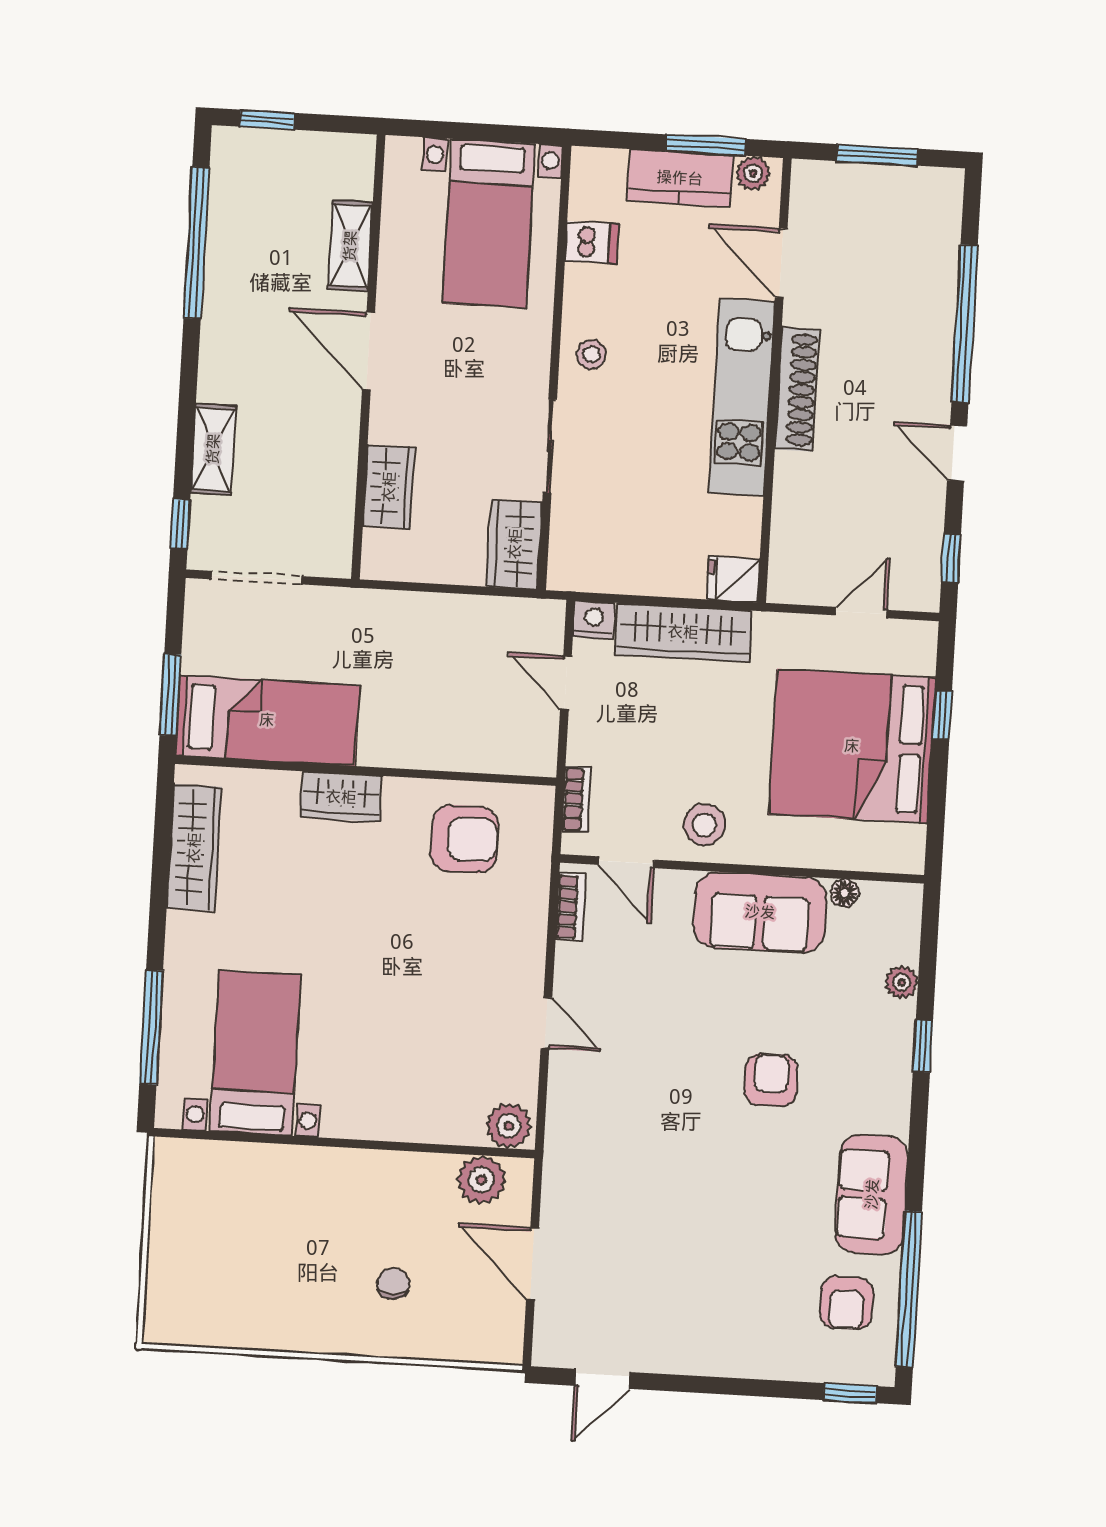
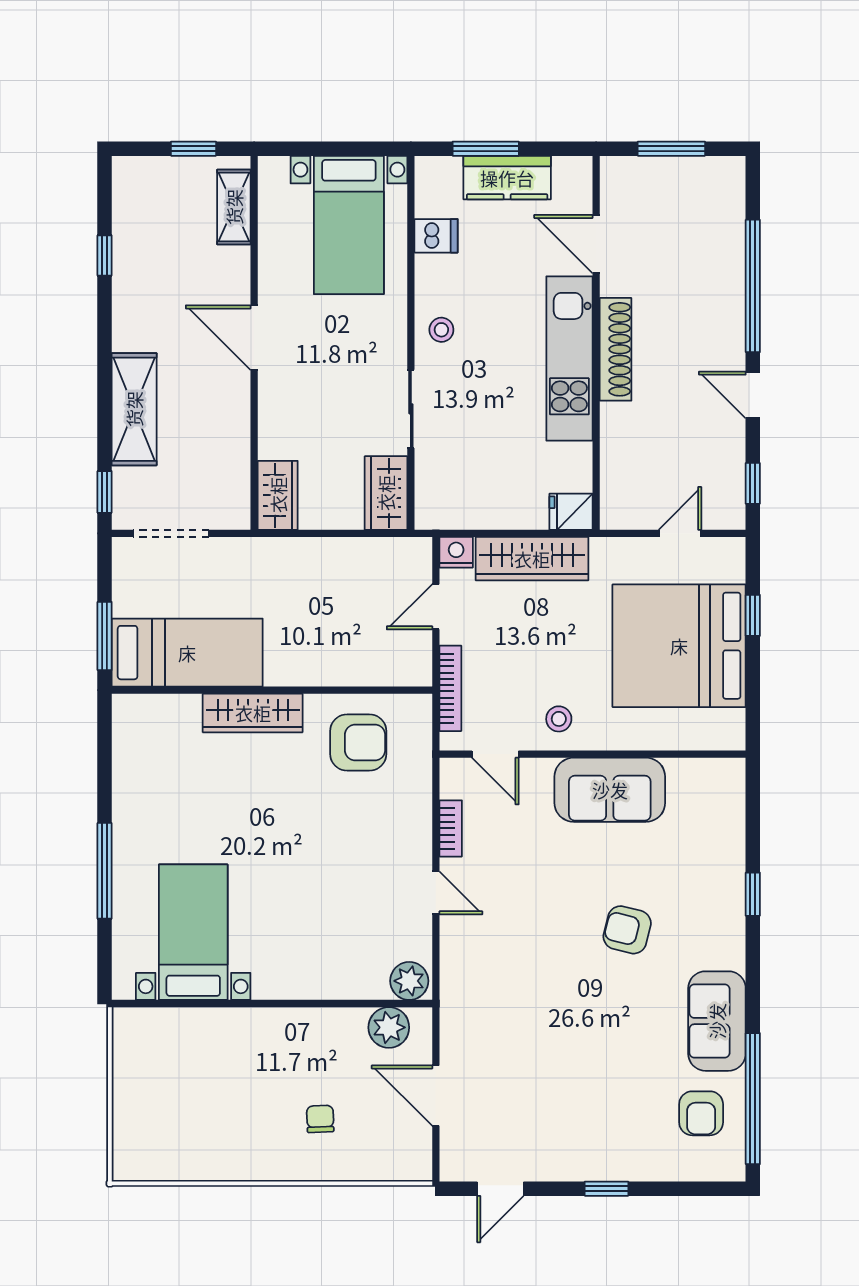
window: (267, 120) -> (193, 149), moved
window: (705, 145) -> (486, 149), moved
plant: (753, 173) -> (568, 170), removed
window: (196, 243) -> (105, 255), width x0.32
shelving: (350, 246) -> (234, 207), moved
shelving: (213, 449) -> (134, 409), width x1.50, depth x1.33
wardrobe: (389, 487) -> (278, 495), moved
door: (566, 683) -> (436, 607), hinge flipped
wardrobe: (341, 797) -> (253, 713), width x1.50
bookcase: (577, 799) -> (450, 688), width x1.56
stool: (704, 825) -> (559, 719), width x0.73, depth x0.73
wardrobe: (194, 848) -> (132, 763), removed
floor lamp: (845, 893) -> (680, 769), removed
bookcase: (571, 907) -> (451, 828), moved
plant: (902, 982) -> (732, 842), removed
window: (151, 1027) -> (105, 871), moved
armchair: (771, 1080) -> (627, 930), turned -76
window: (850, 1393) -> (606, 1189), moved

